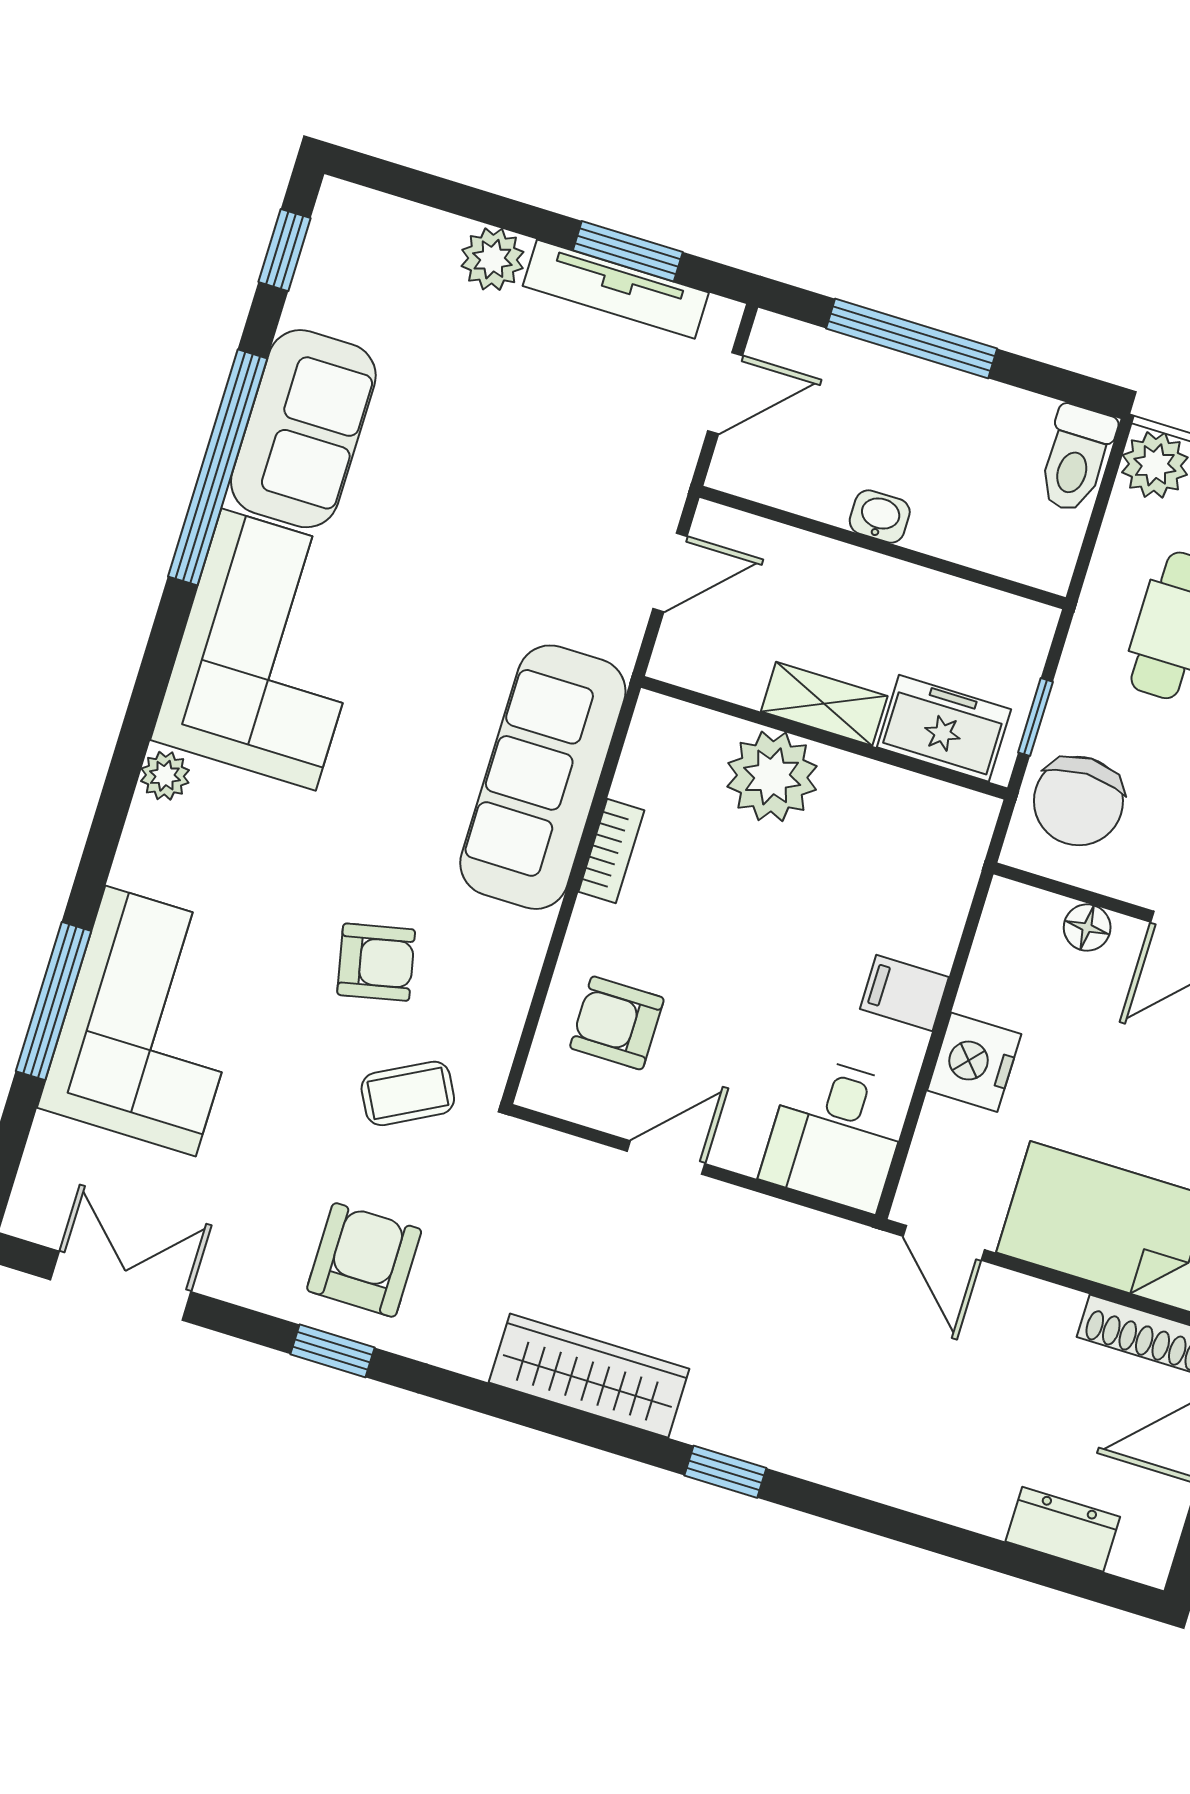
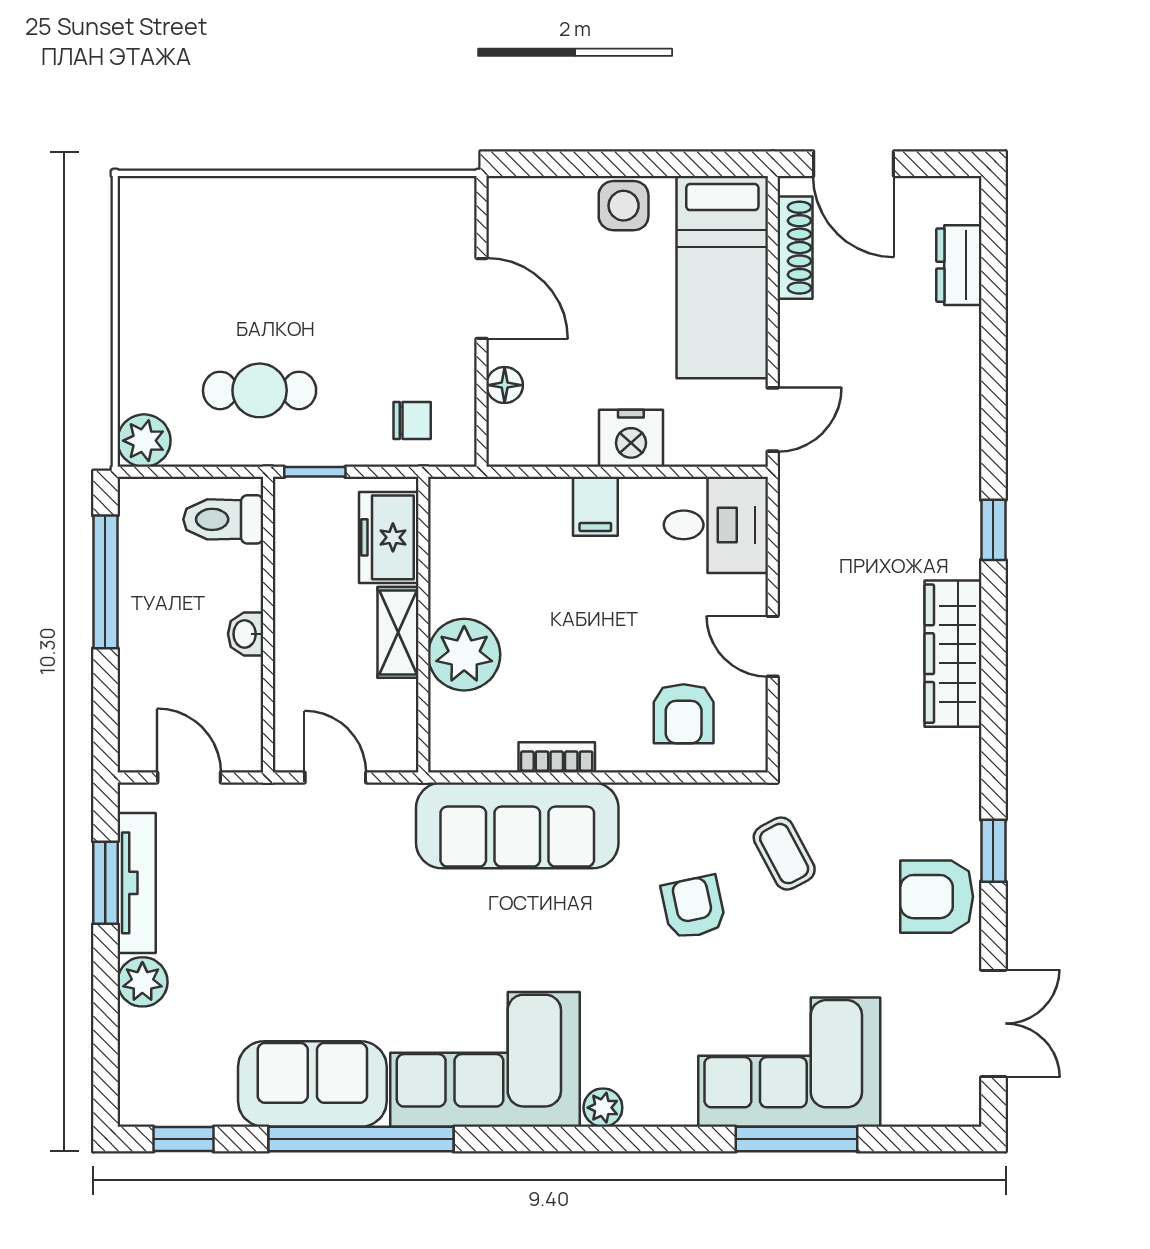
window: (912, 338) -> (105, 582), moved
toilet: (1076, 459) -> (223, 519), moved, turned 180
window: (1035, 717) -> (315, 472), moved
chair: (1078, 801) -> (412, 420), width x0.54, depth x0.54
armchair: (364, 1260) -> (937, 897), moved
double door: (121, 1286) -> (993, 1023), swing flipped

